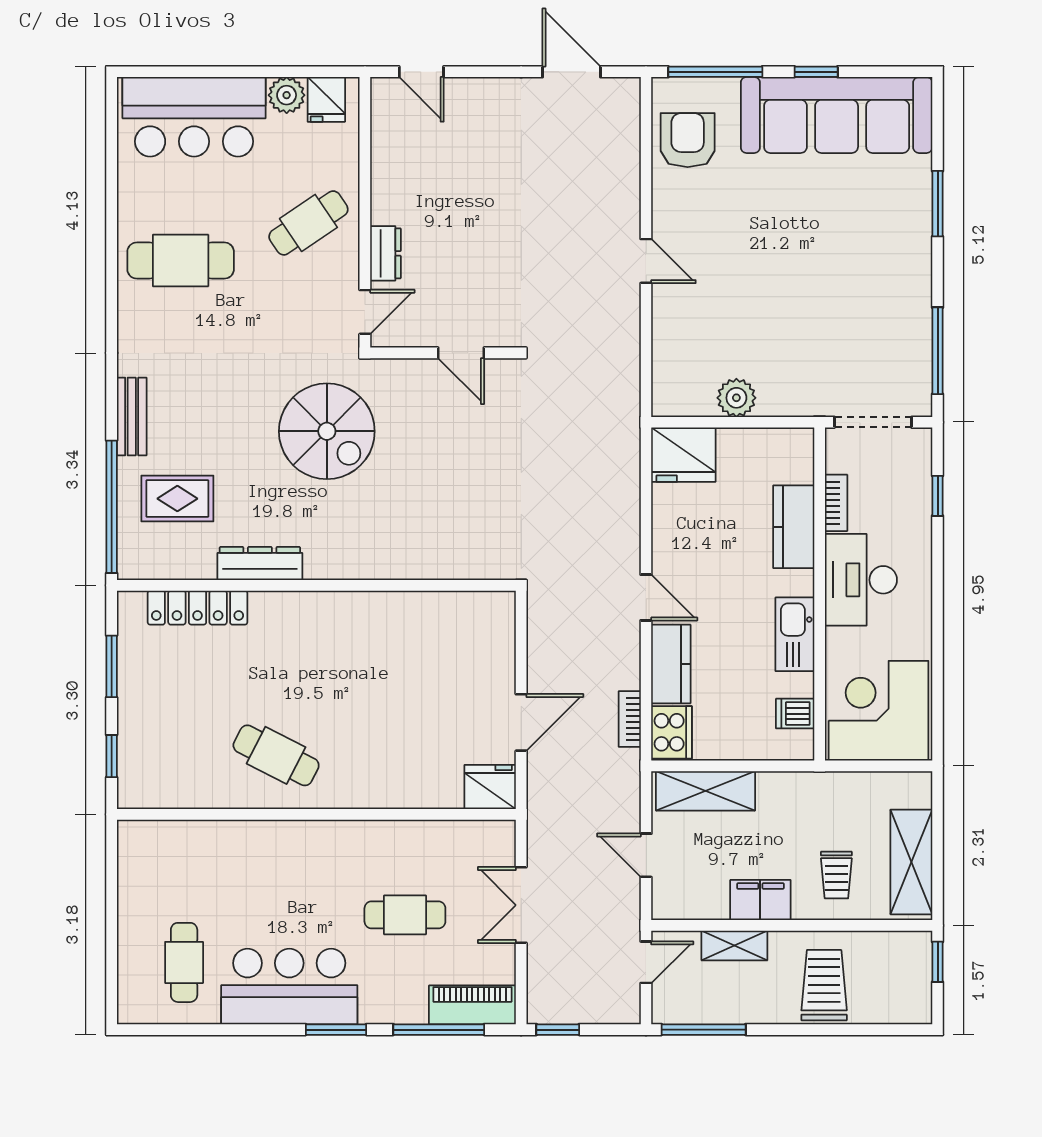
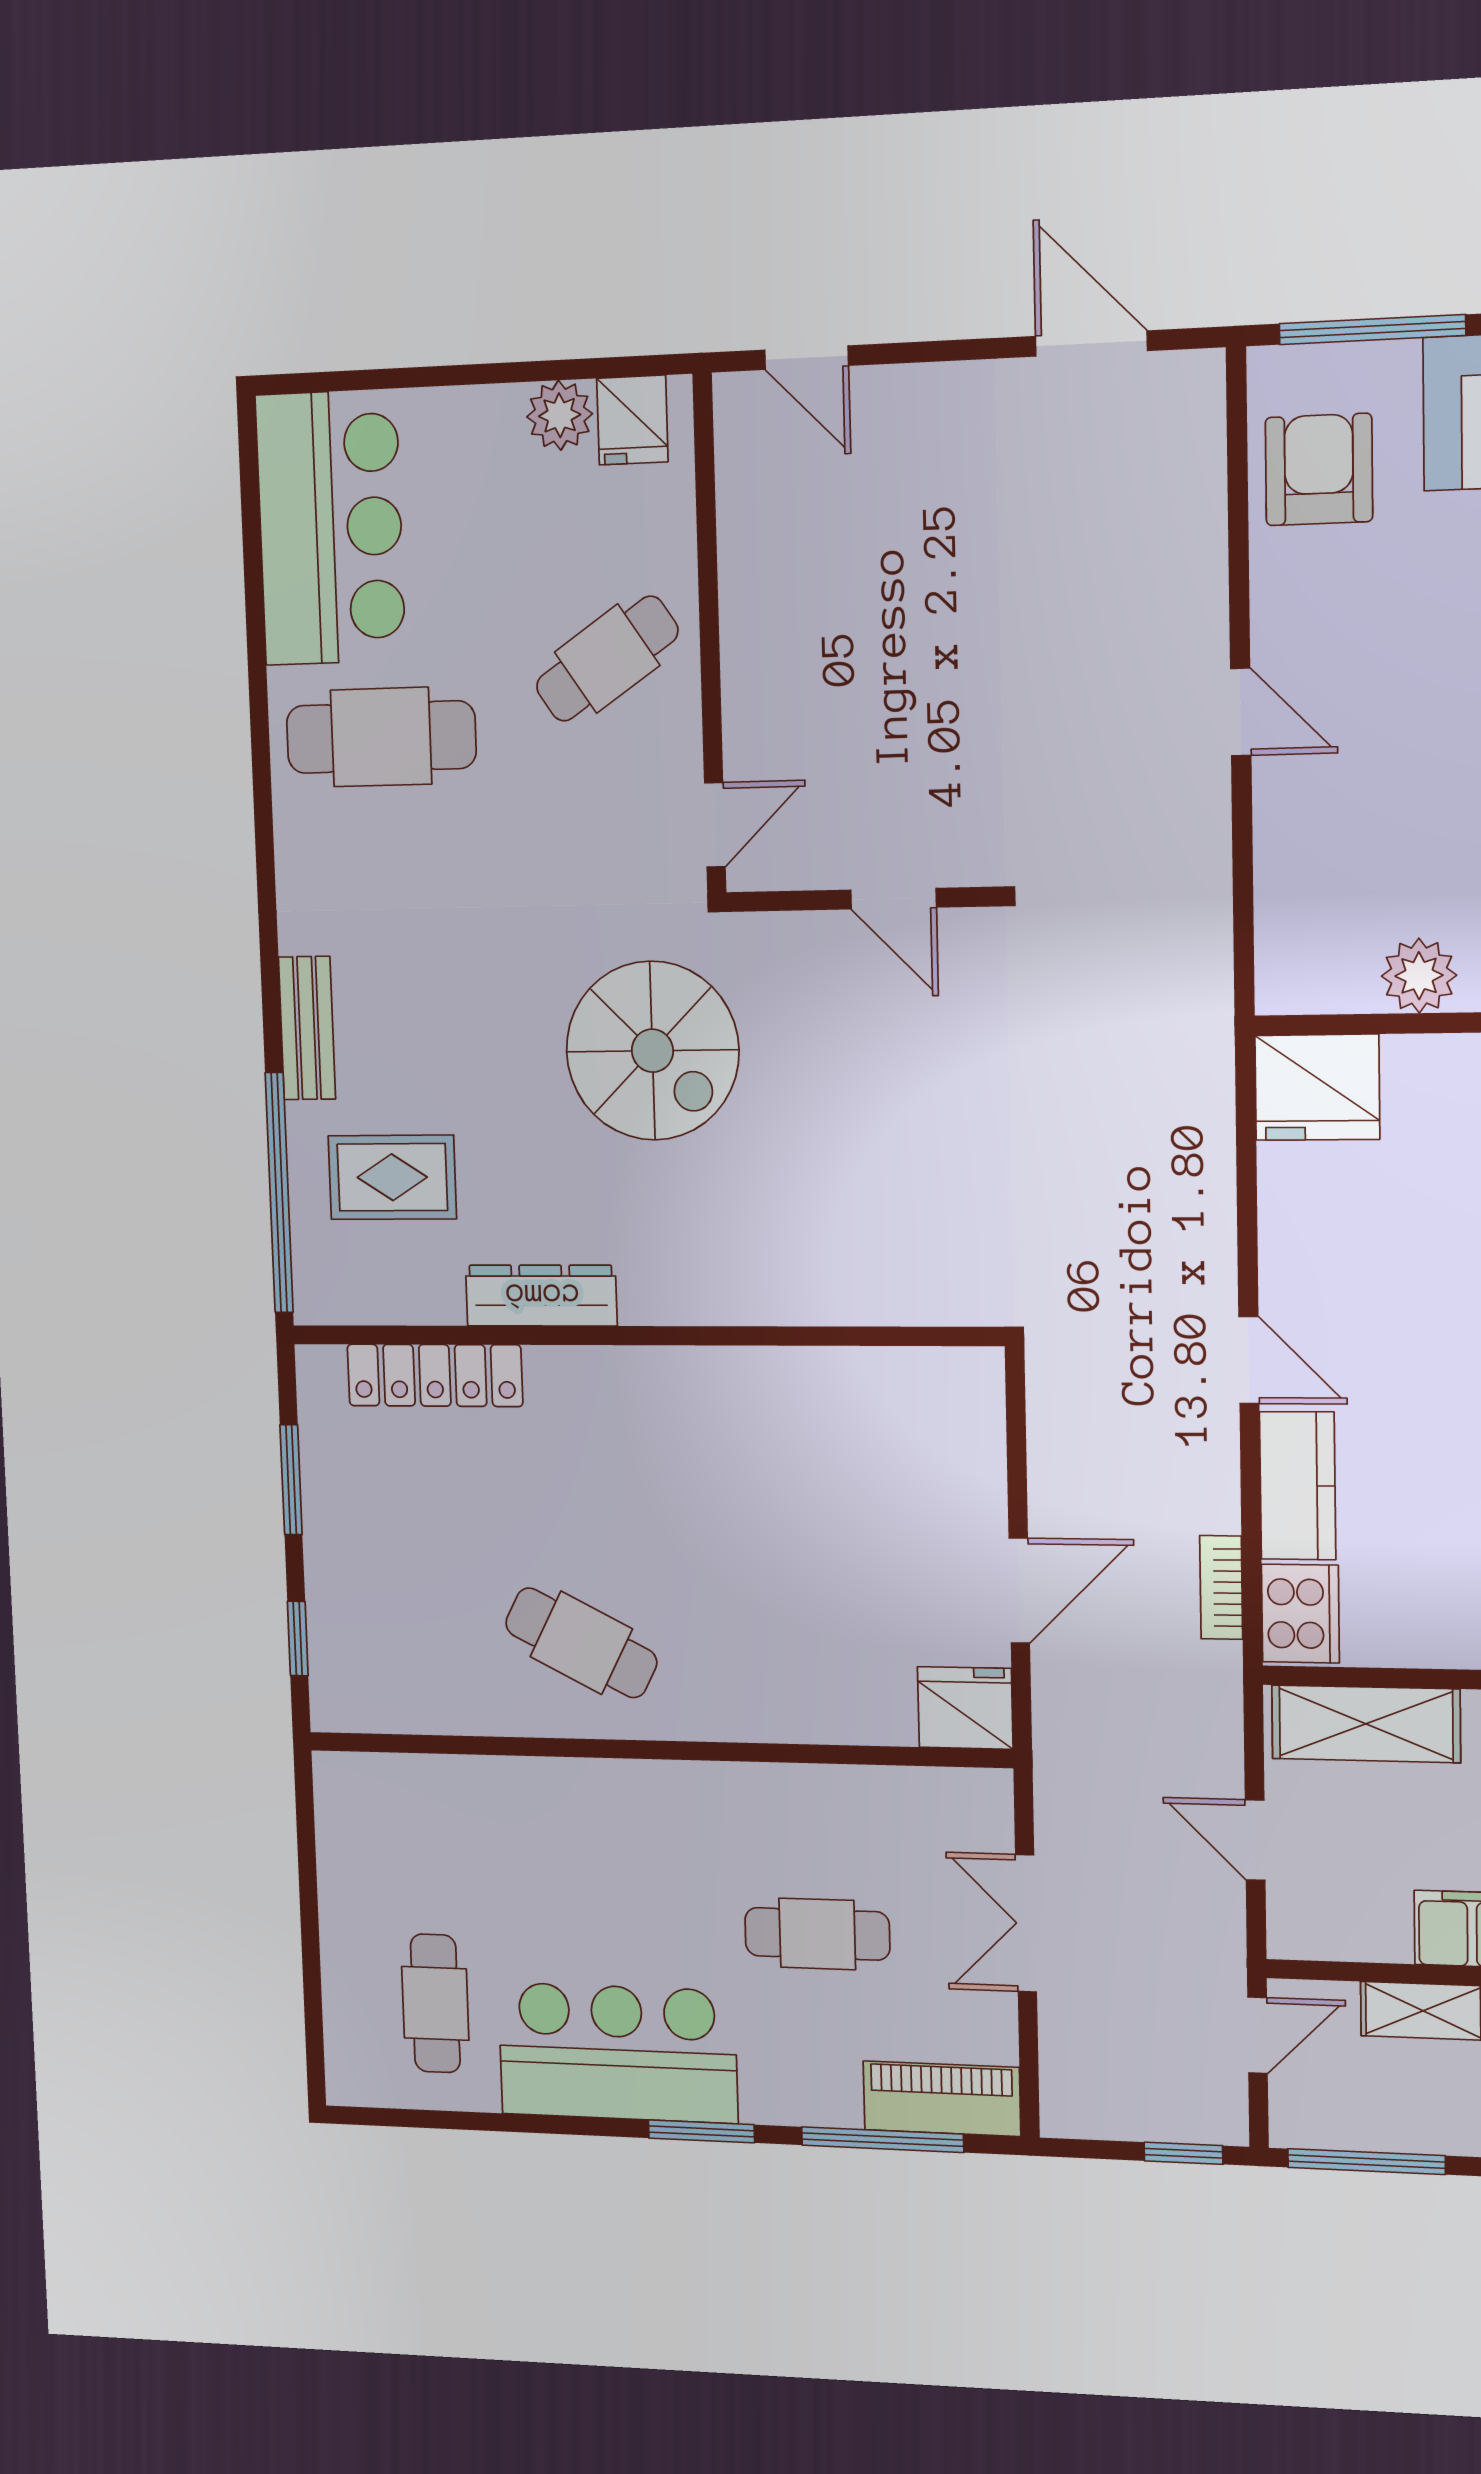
bar counter: (194, 117) -> (331, 528), moved, turned -90
dresser: (386, 253) -> (749, 712), removed
window: (558, 1030) -> (1183, 2153), moved

